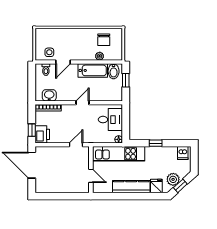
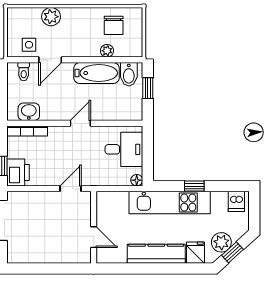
plant: (63, 34) -> (51, 17), added
kitchen unit: (119, 154) -> (170, 203), moved

